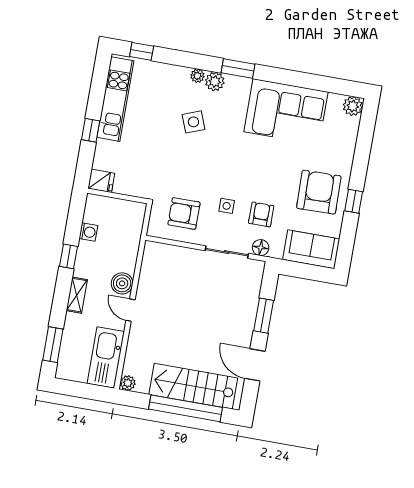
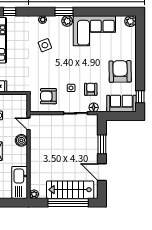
plant: (215, 82) -> (67, 21), moved
window: (354, 201) -> (140, 97), moved
door: (130, 310) -> (29, 124), moved

